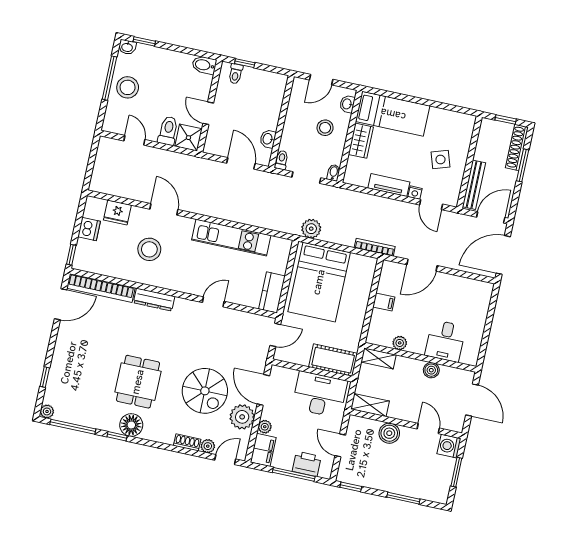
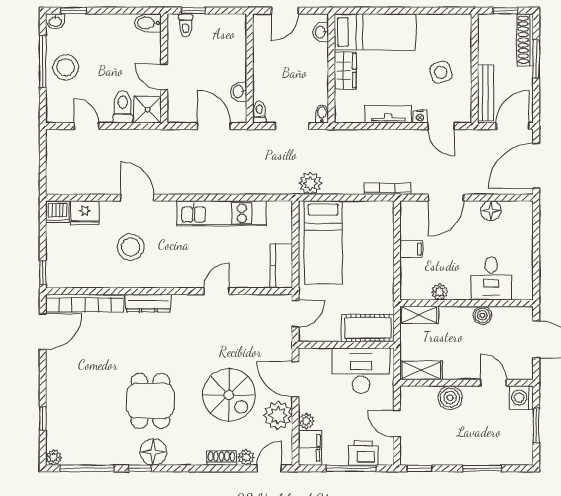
stool: (325, 128) -> (301, 65), removed
dishwasher: (89, 229) -> (58, 212), moved, turned 90
bed: (319, 282) -> (323, 242), width x0.67
floor lamp: (457, 284) -> (491, 211), added

